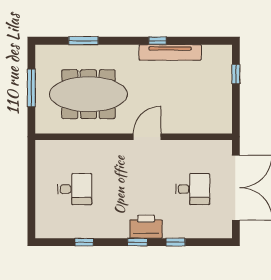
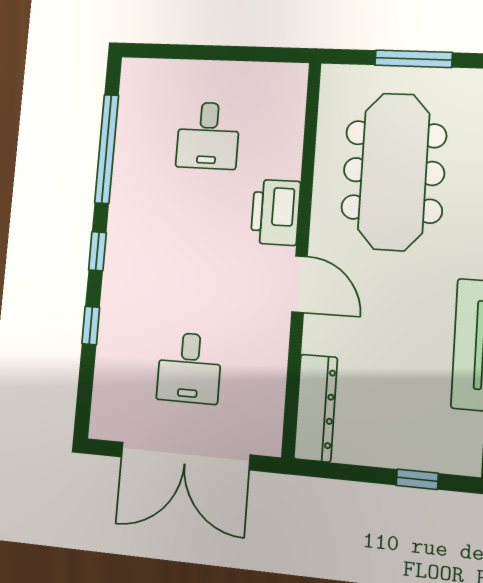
dresser: (207, 125) -> (316, 408), added
printer: (146, 227) -> (275, 212), moved, turned 180
window: (84, 242) -> (107, 149), width x3.17

